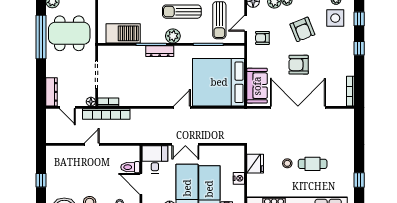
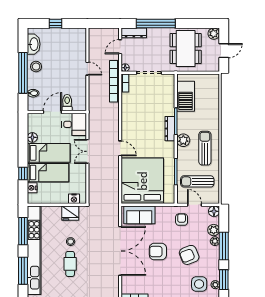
window: (41, 37) -> (156, 24), moved
armchair: (299, 65) -> (158, 252), turned -90
nightstand: (239, 178) -> (74, 199), moved

